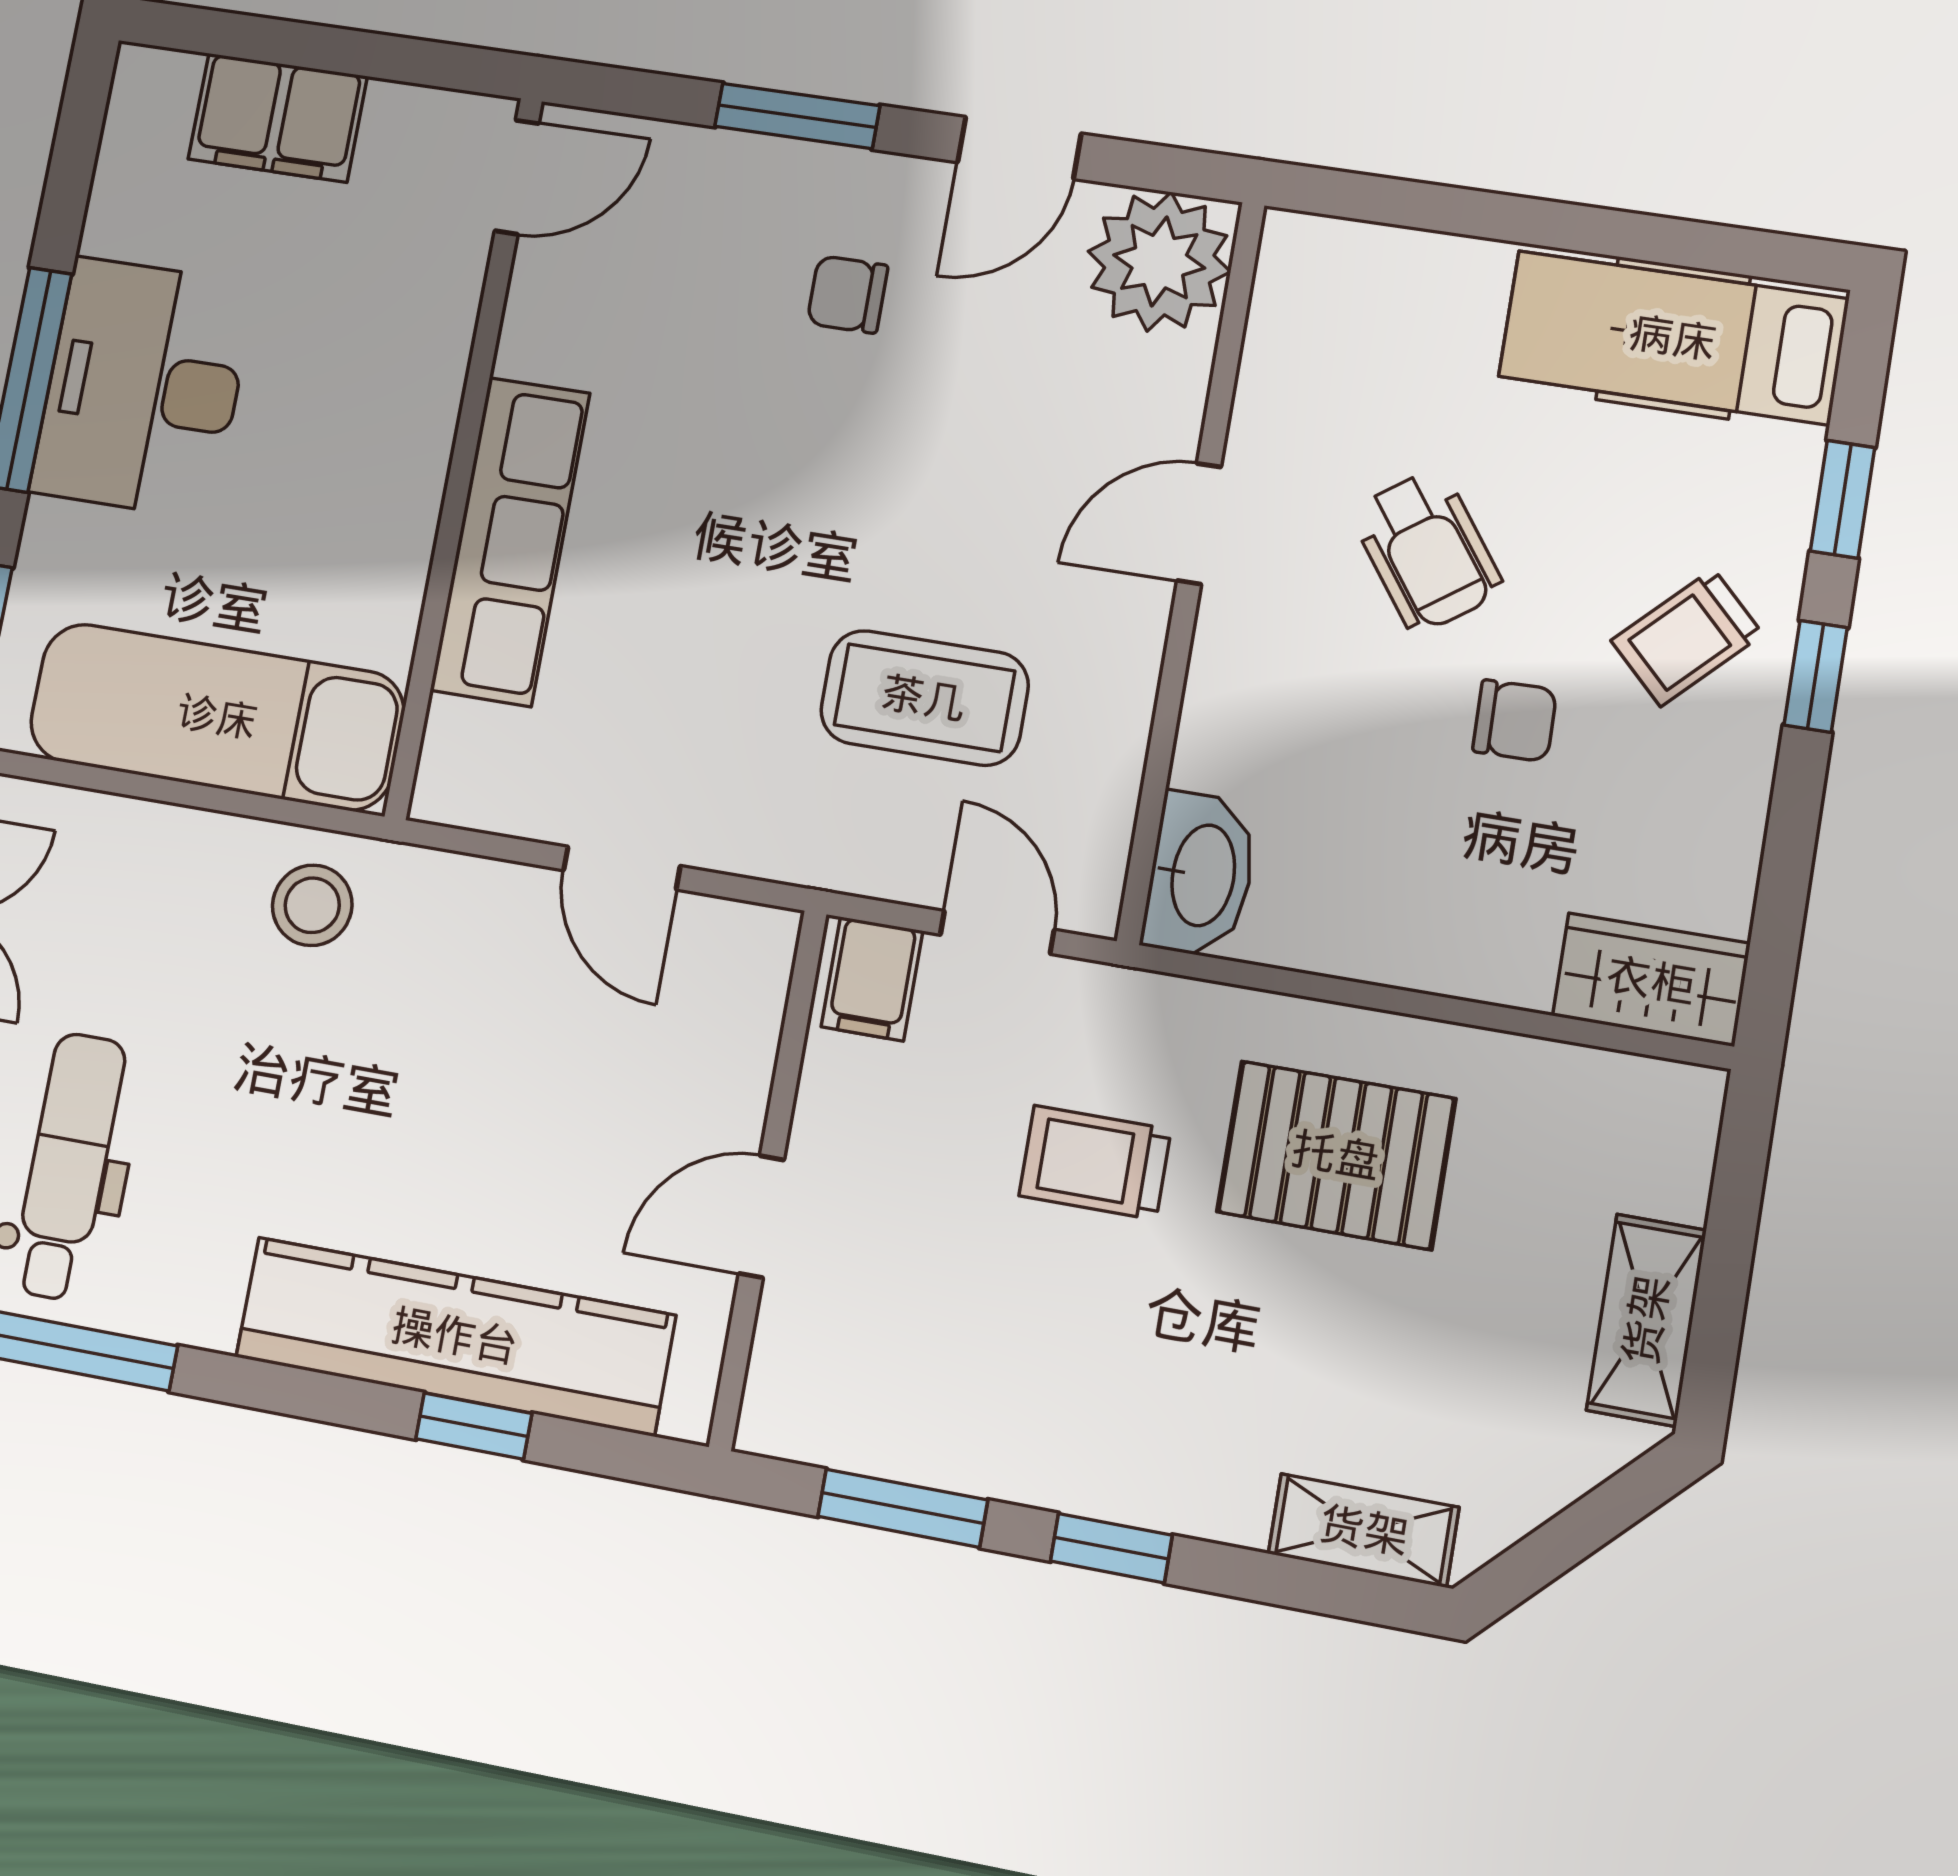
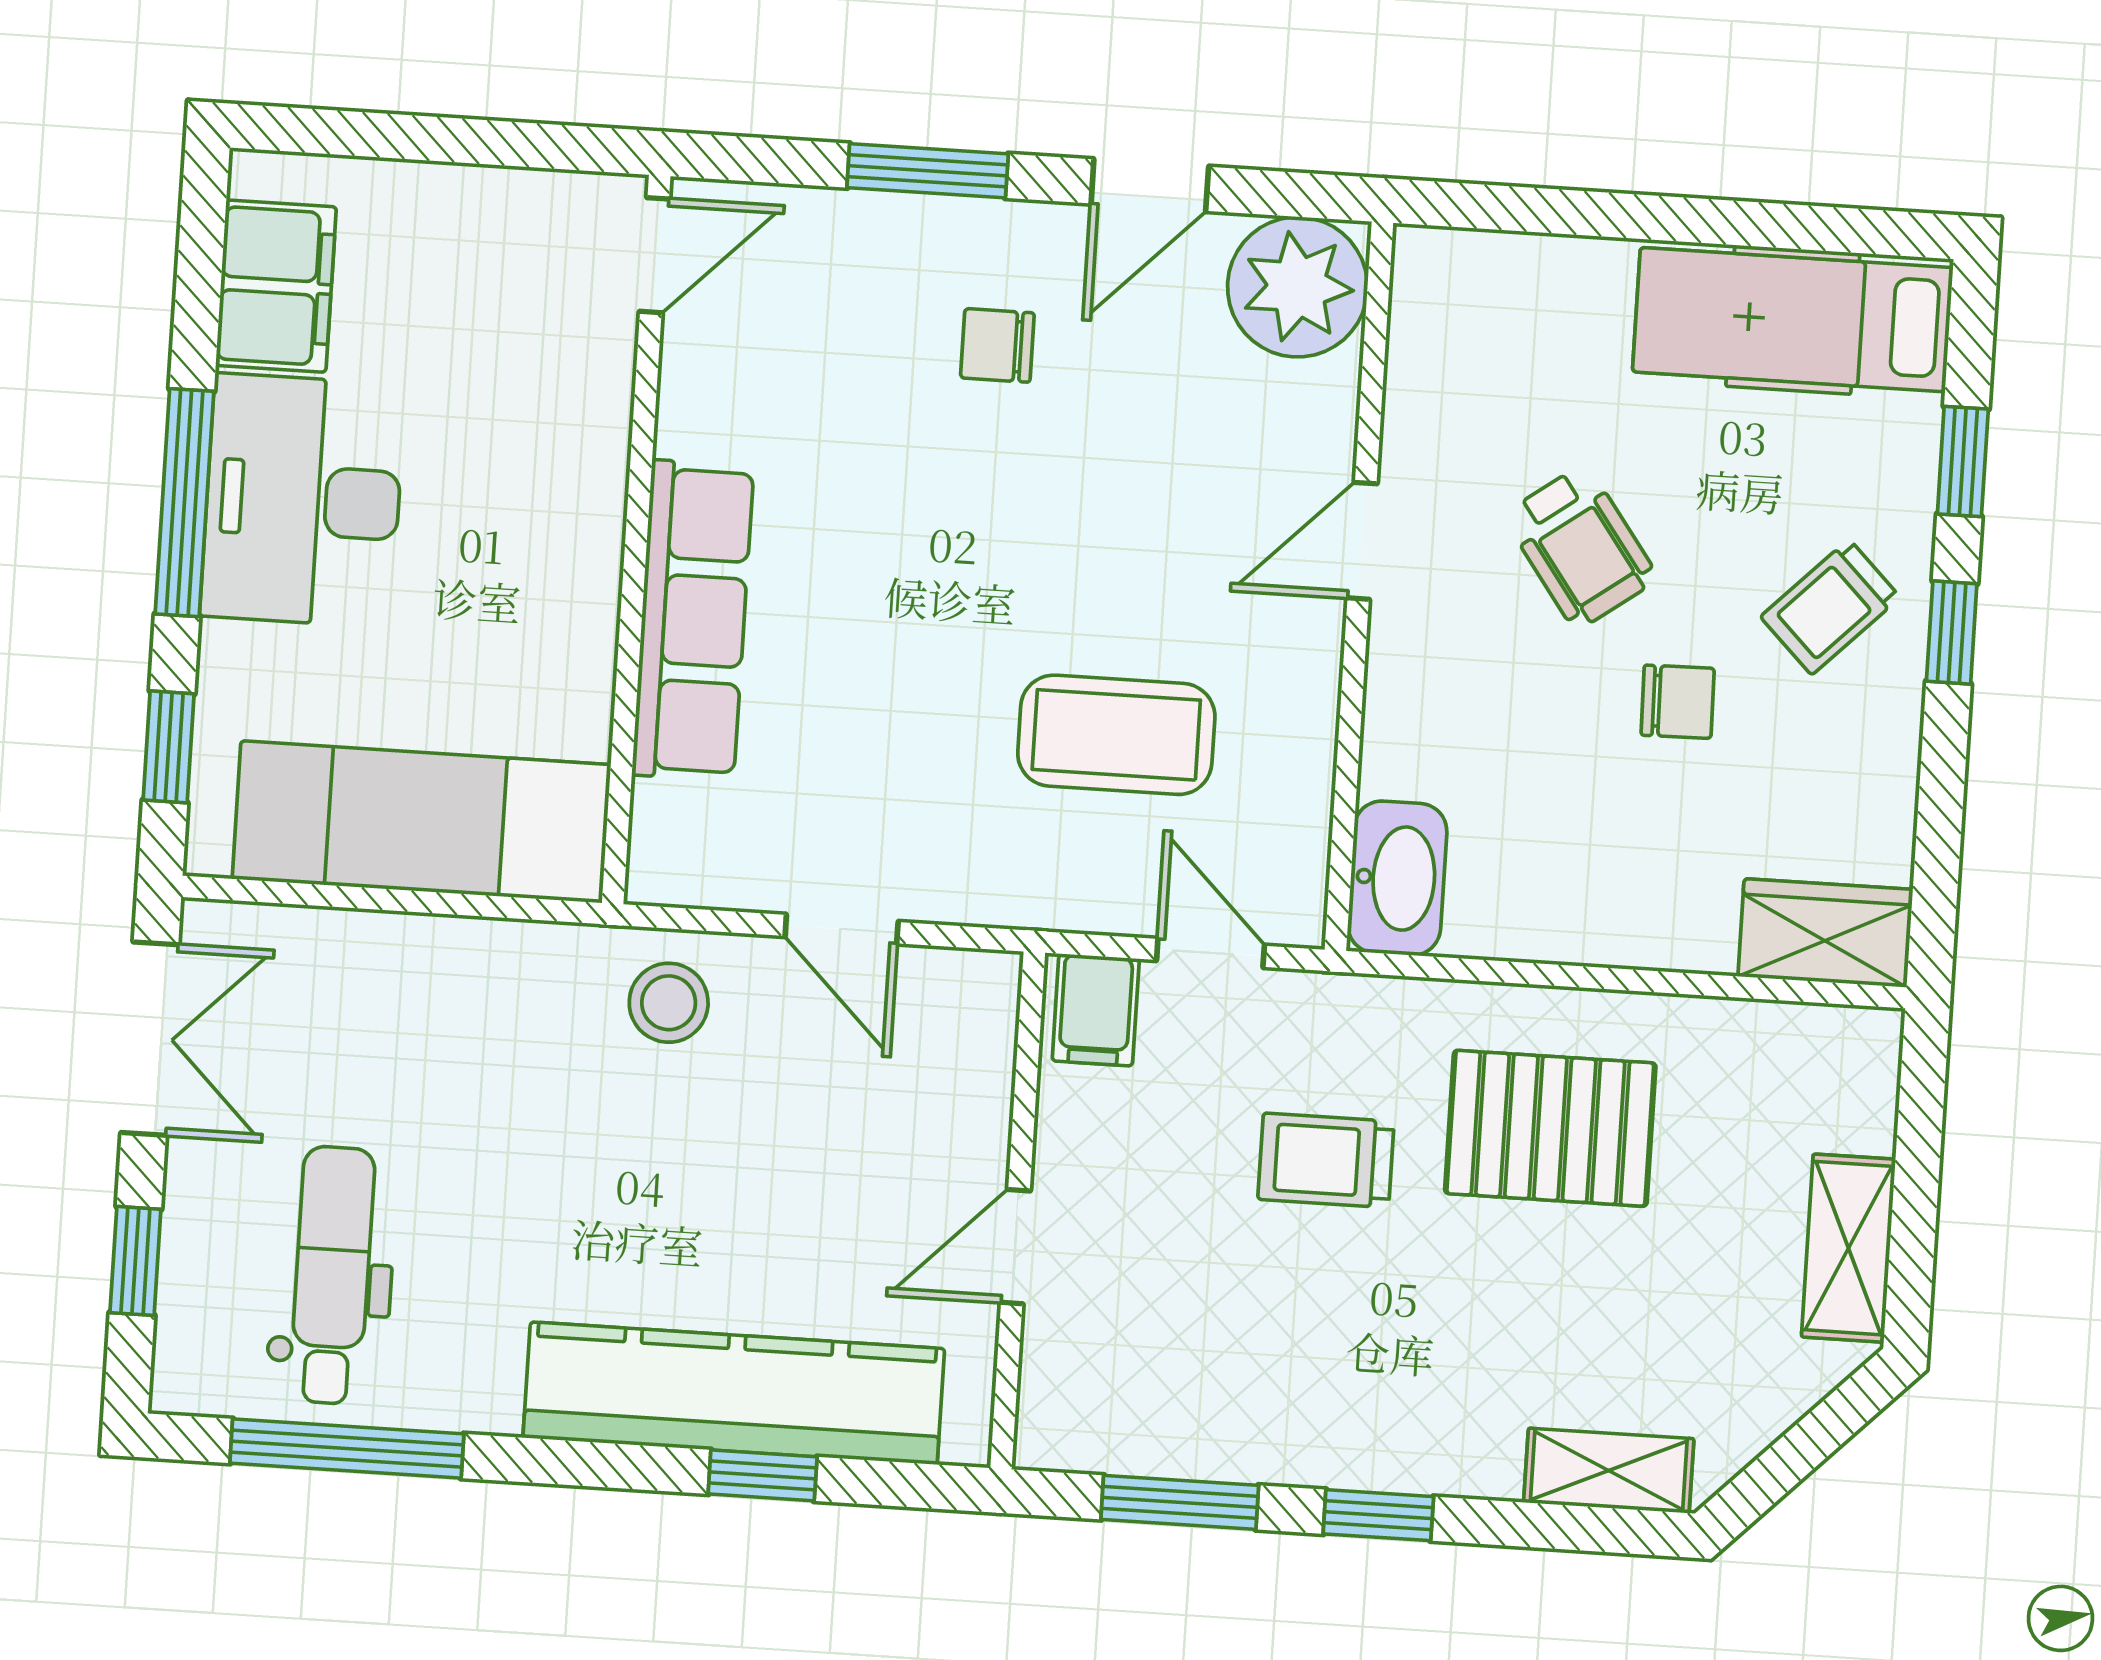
filing cabinet: (278, 118) -> (276, 286), moved, turned -90
stool: (312, 905) -> (669, 1003), moved

